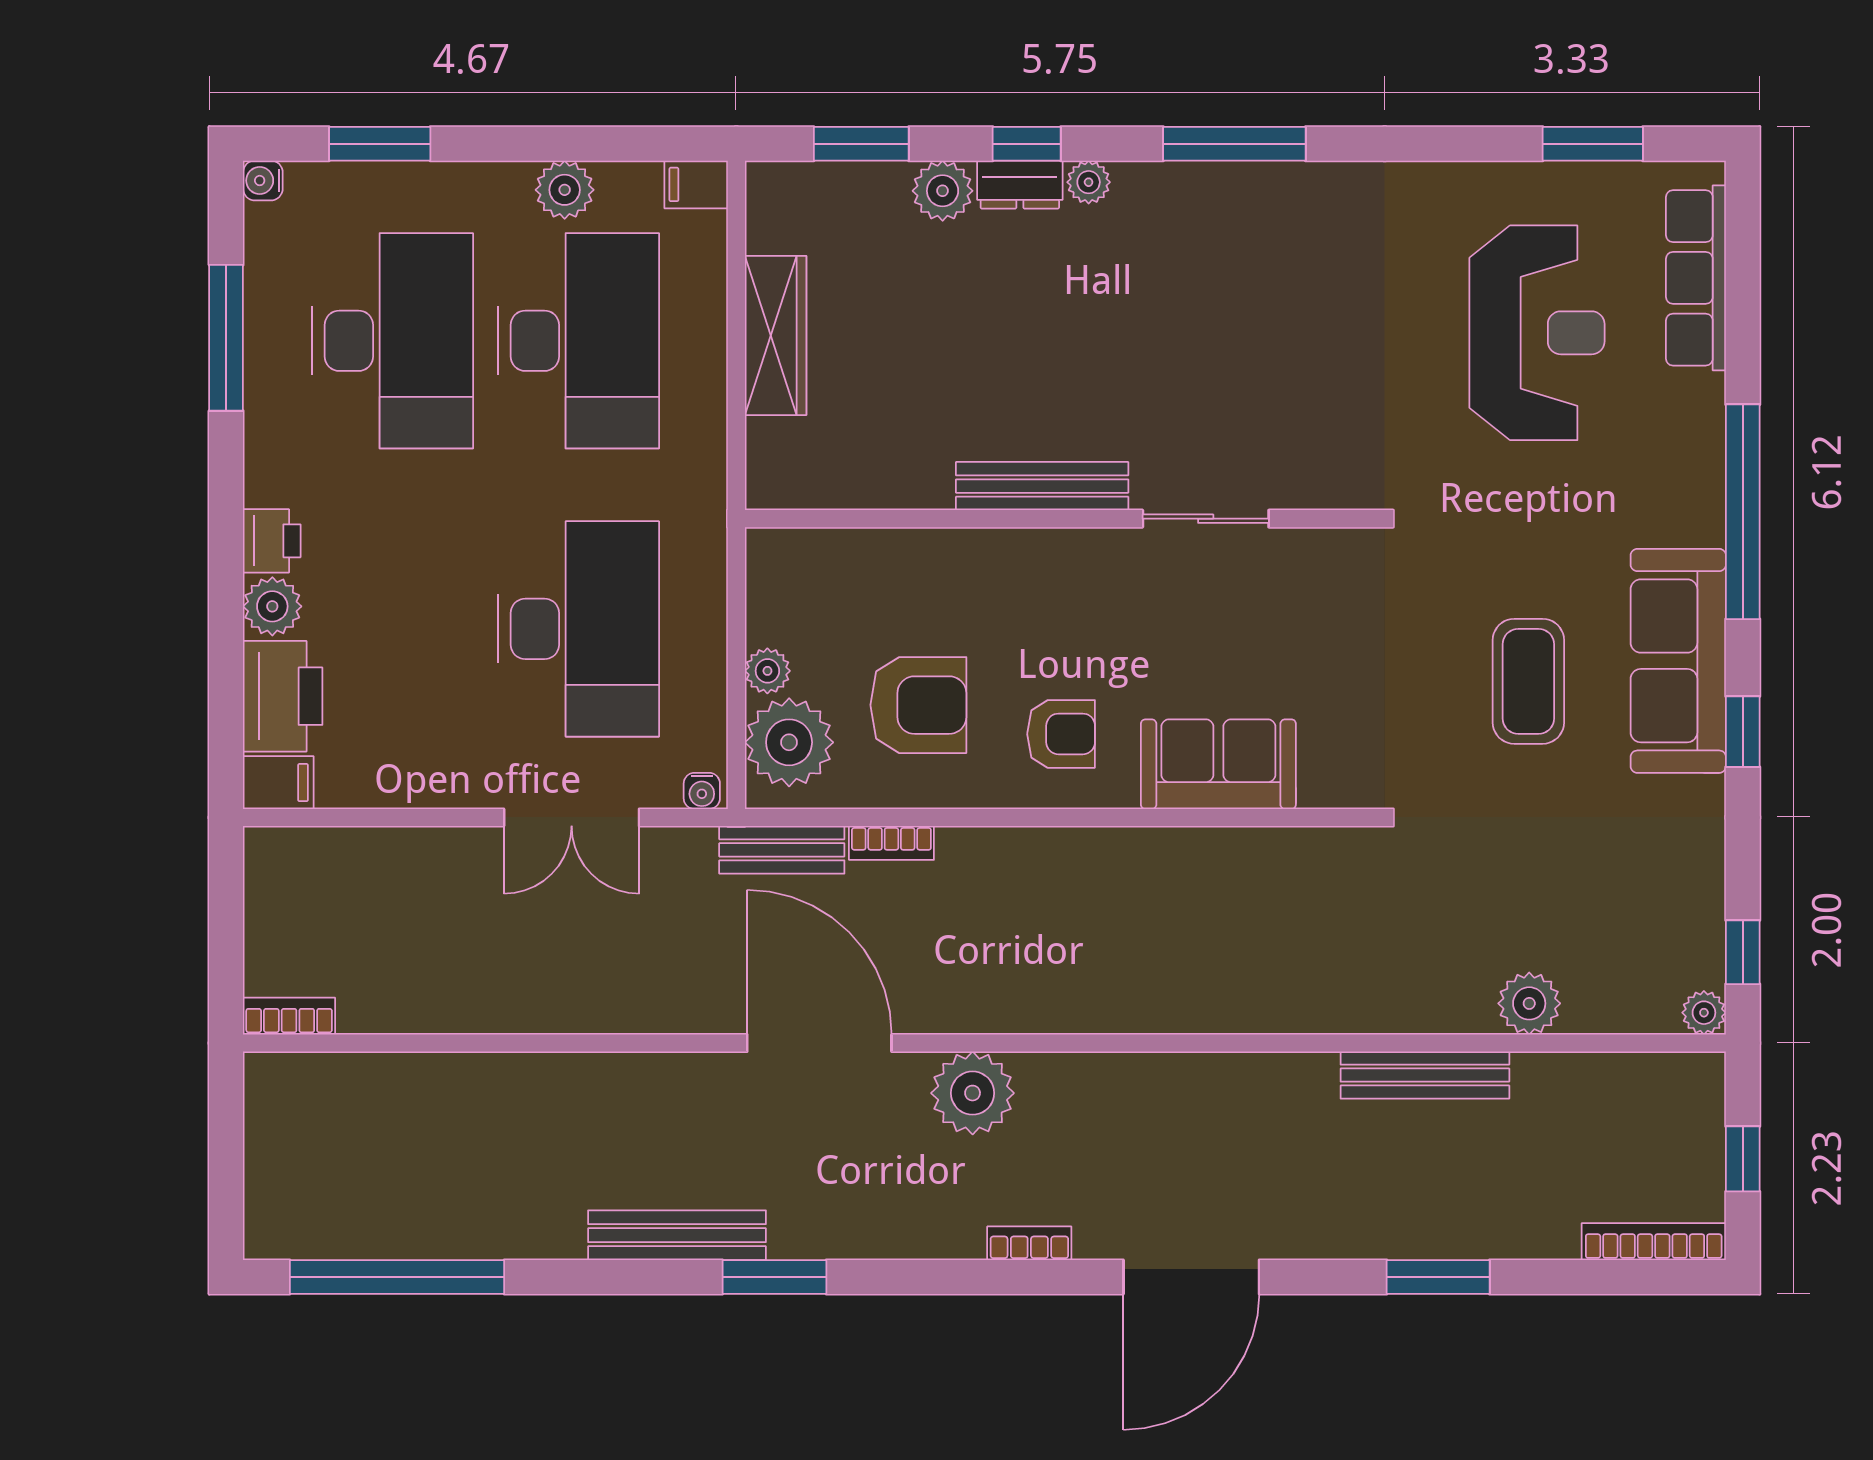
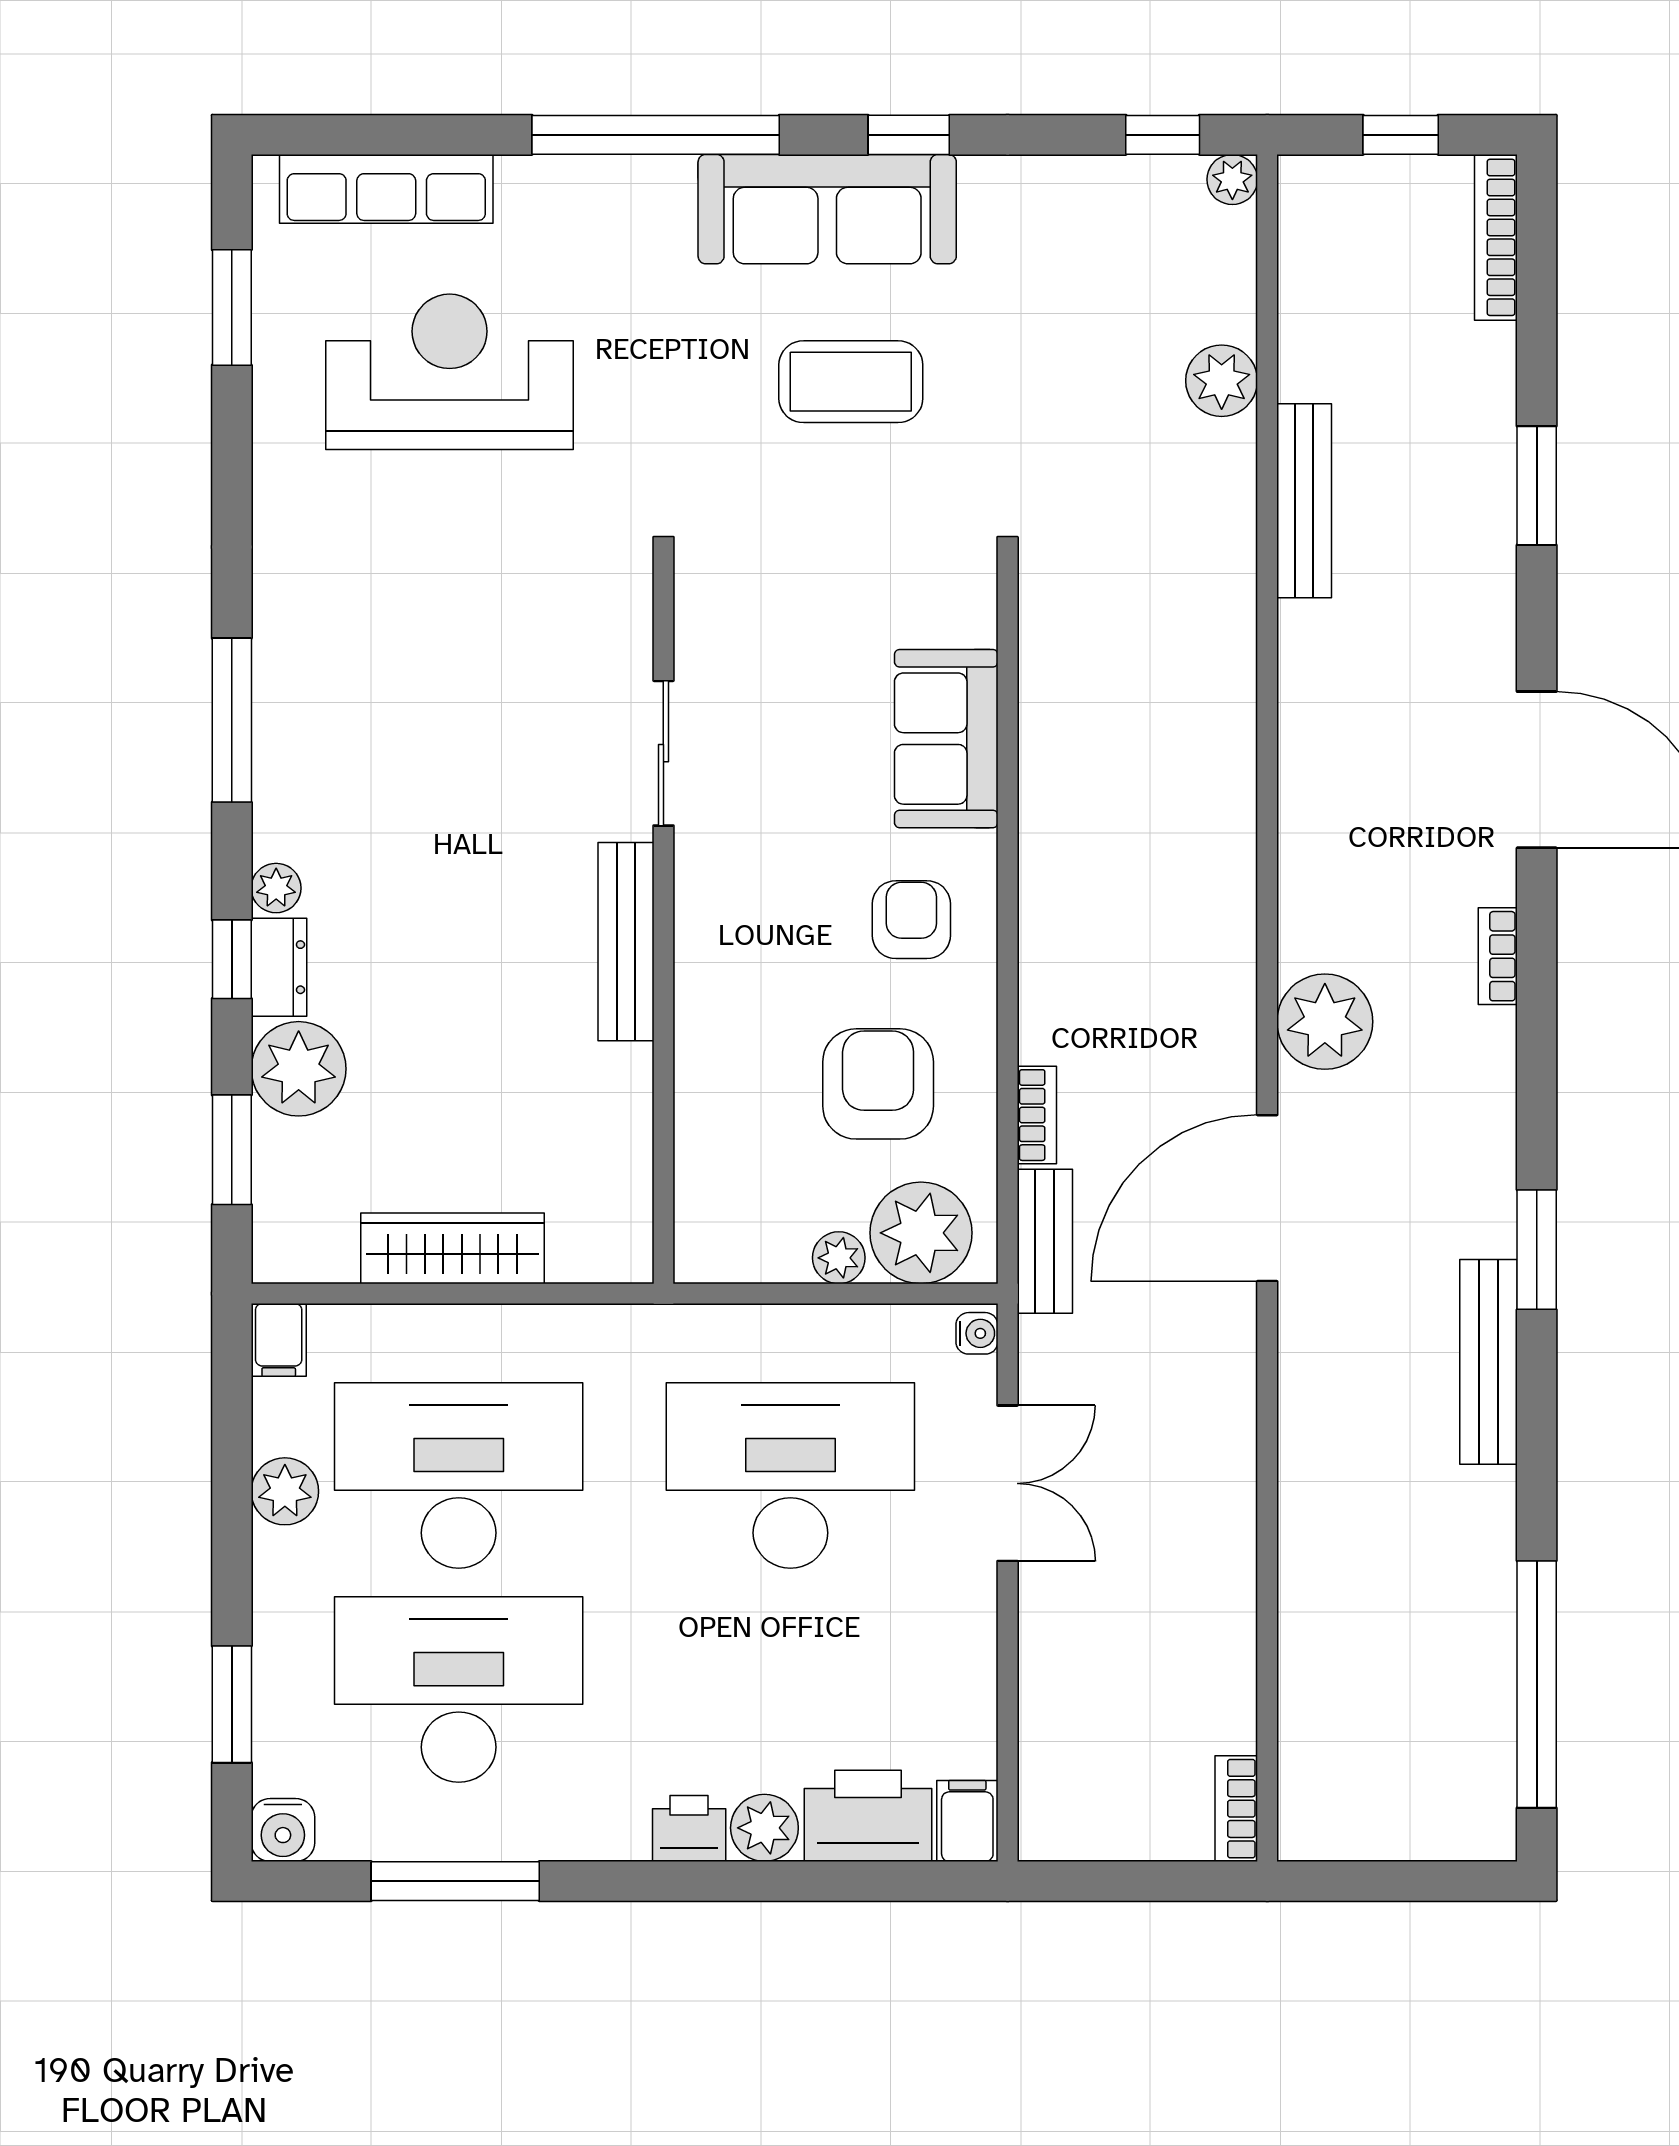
water cooler: (263, 181) -> (283, 1830), width x1.38, depth x1.38
plant: (943, 191) -> (299, 1069), width x1.36, depth x1.36

